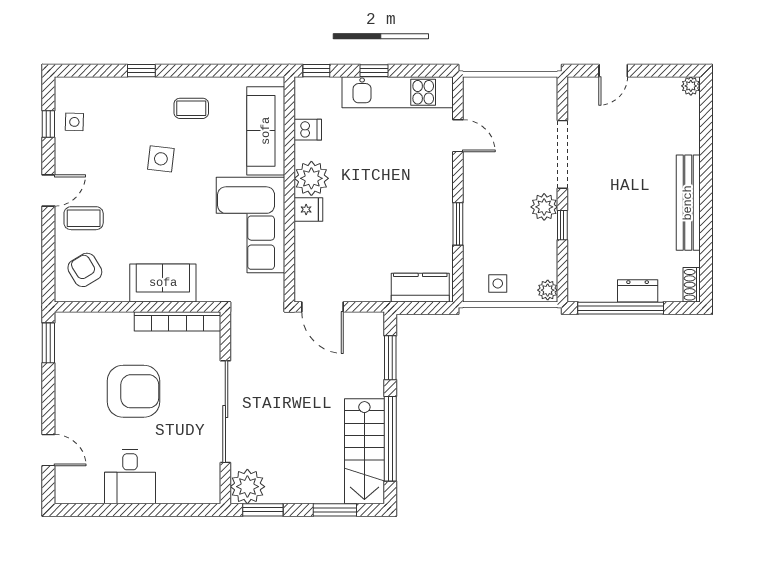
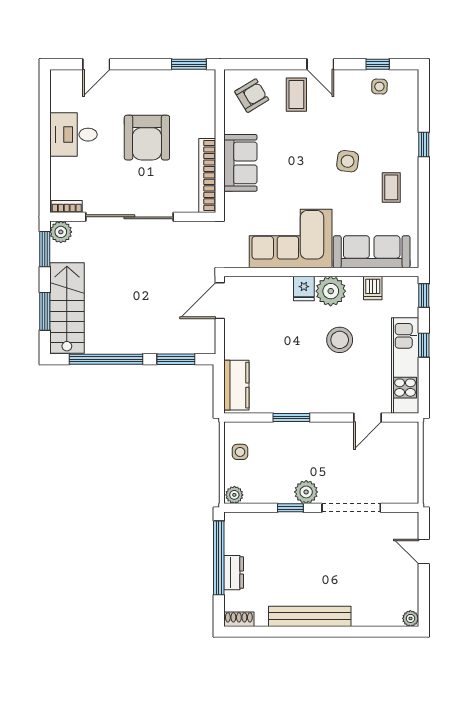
stool: (368, 168) -> (340, 340), added
stairs: (364, 451) -> (67, 308), moved, turned 90
bookcase: (213, 484) -> (67, 206), added
plant: (247, 487) -> (61, 232), width x0.73, depth x0.73

